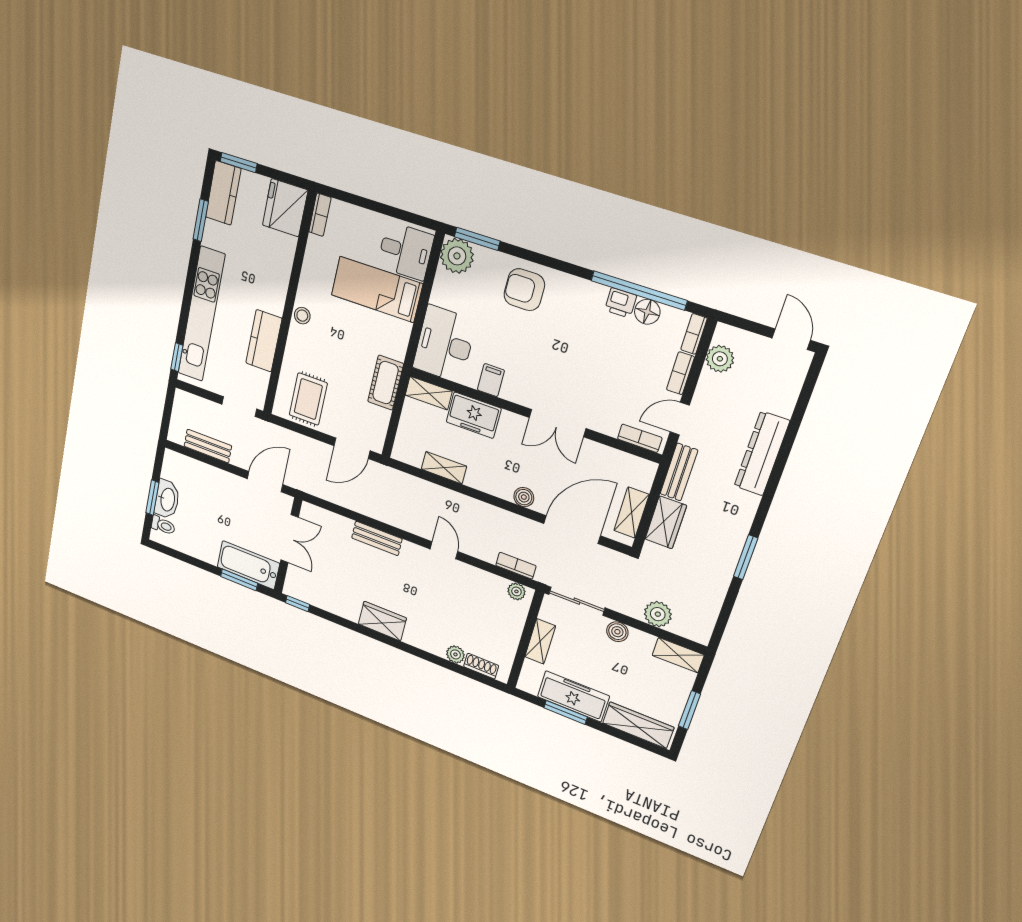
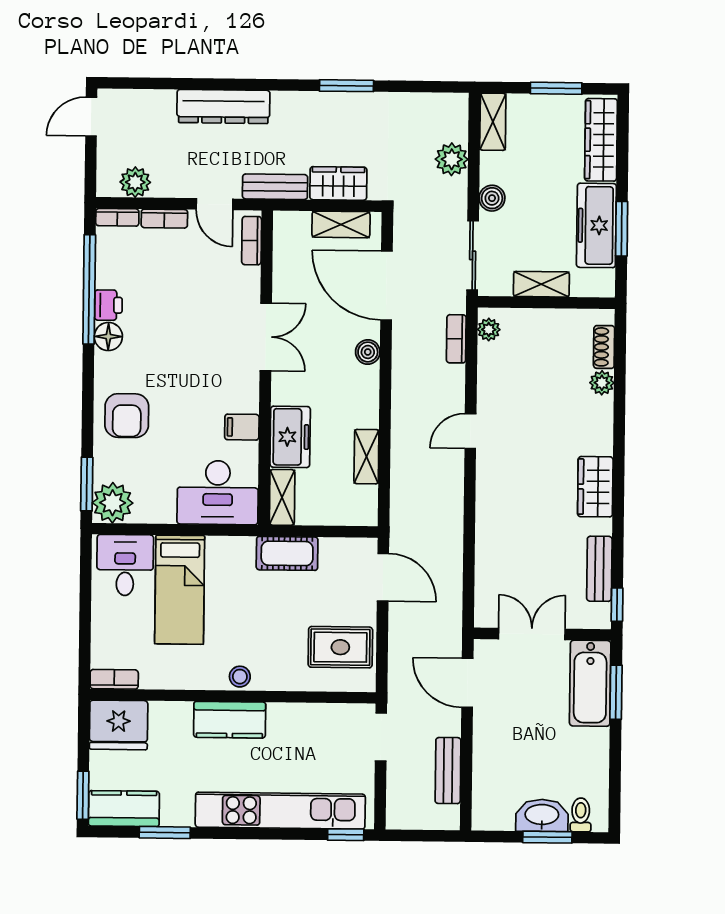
floor lamp: (647, 312) -> (108, 337), moved
kitchen counter: (264, 341) -> (230, 720), moved
bench: (377, 538) -> (599, 569), moved

